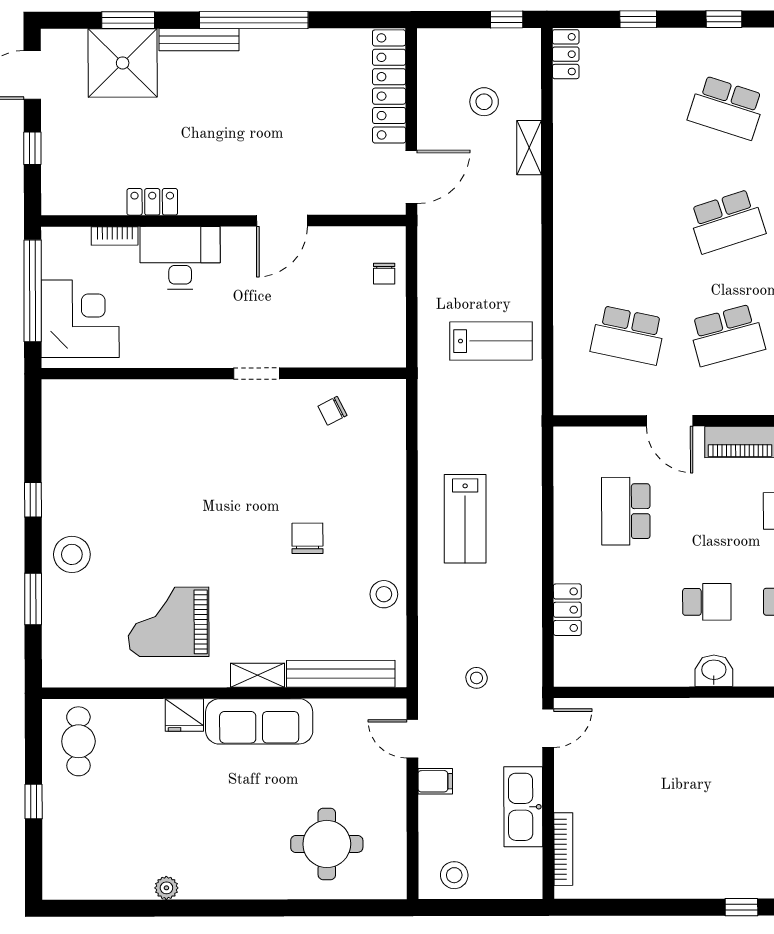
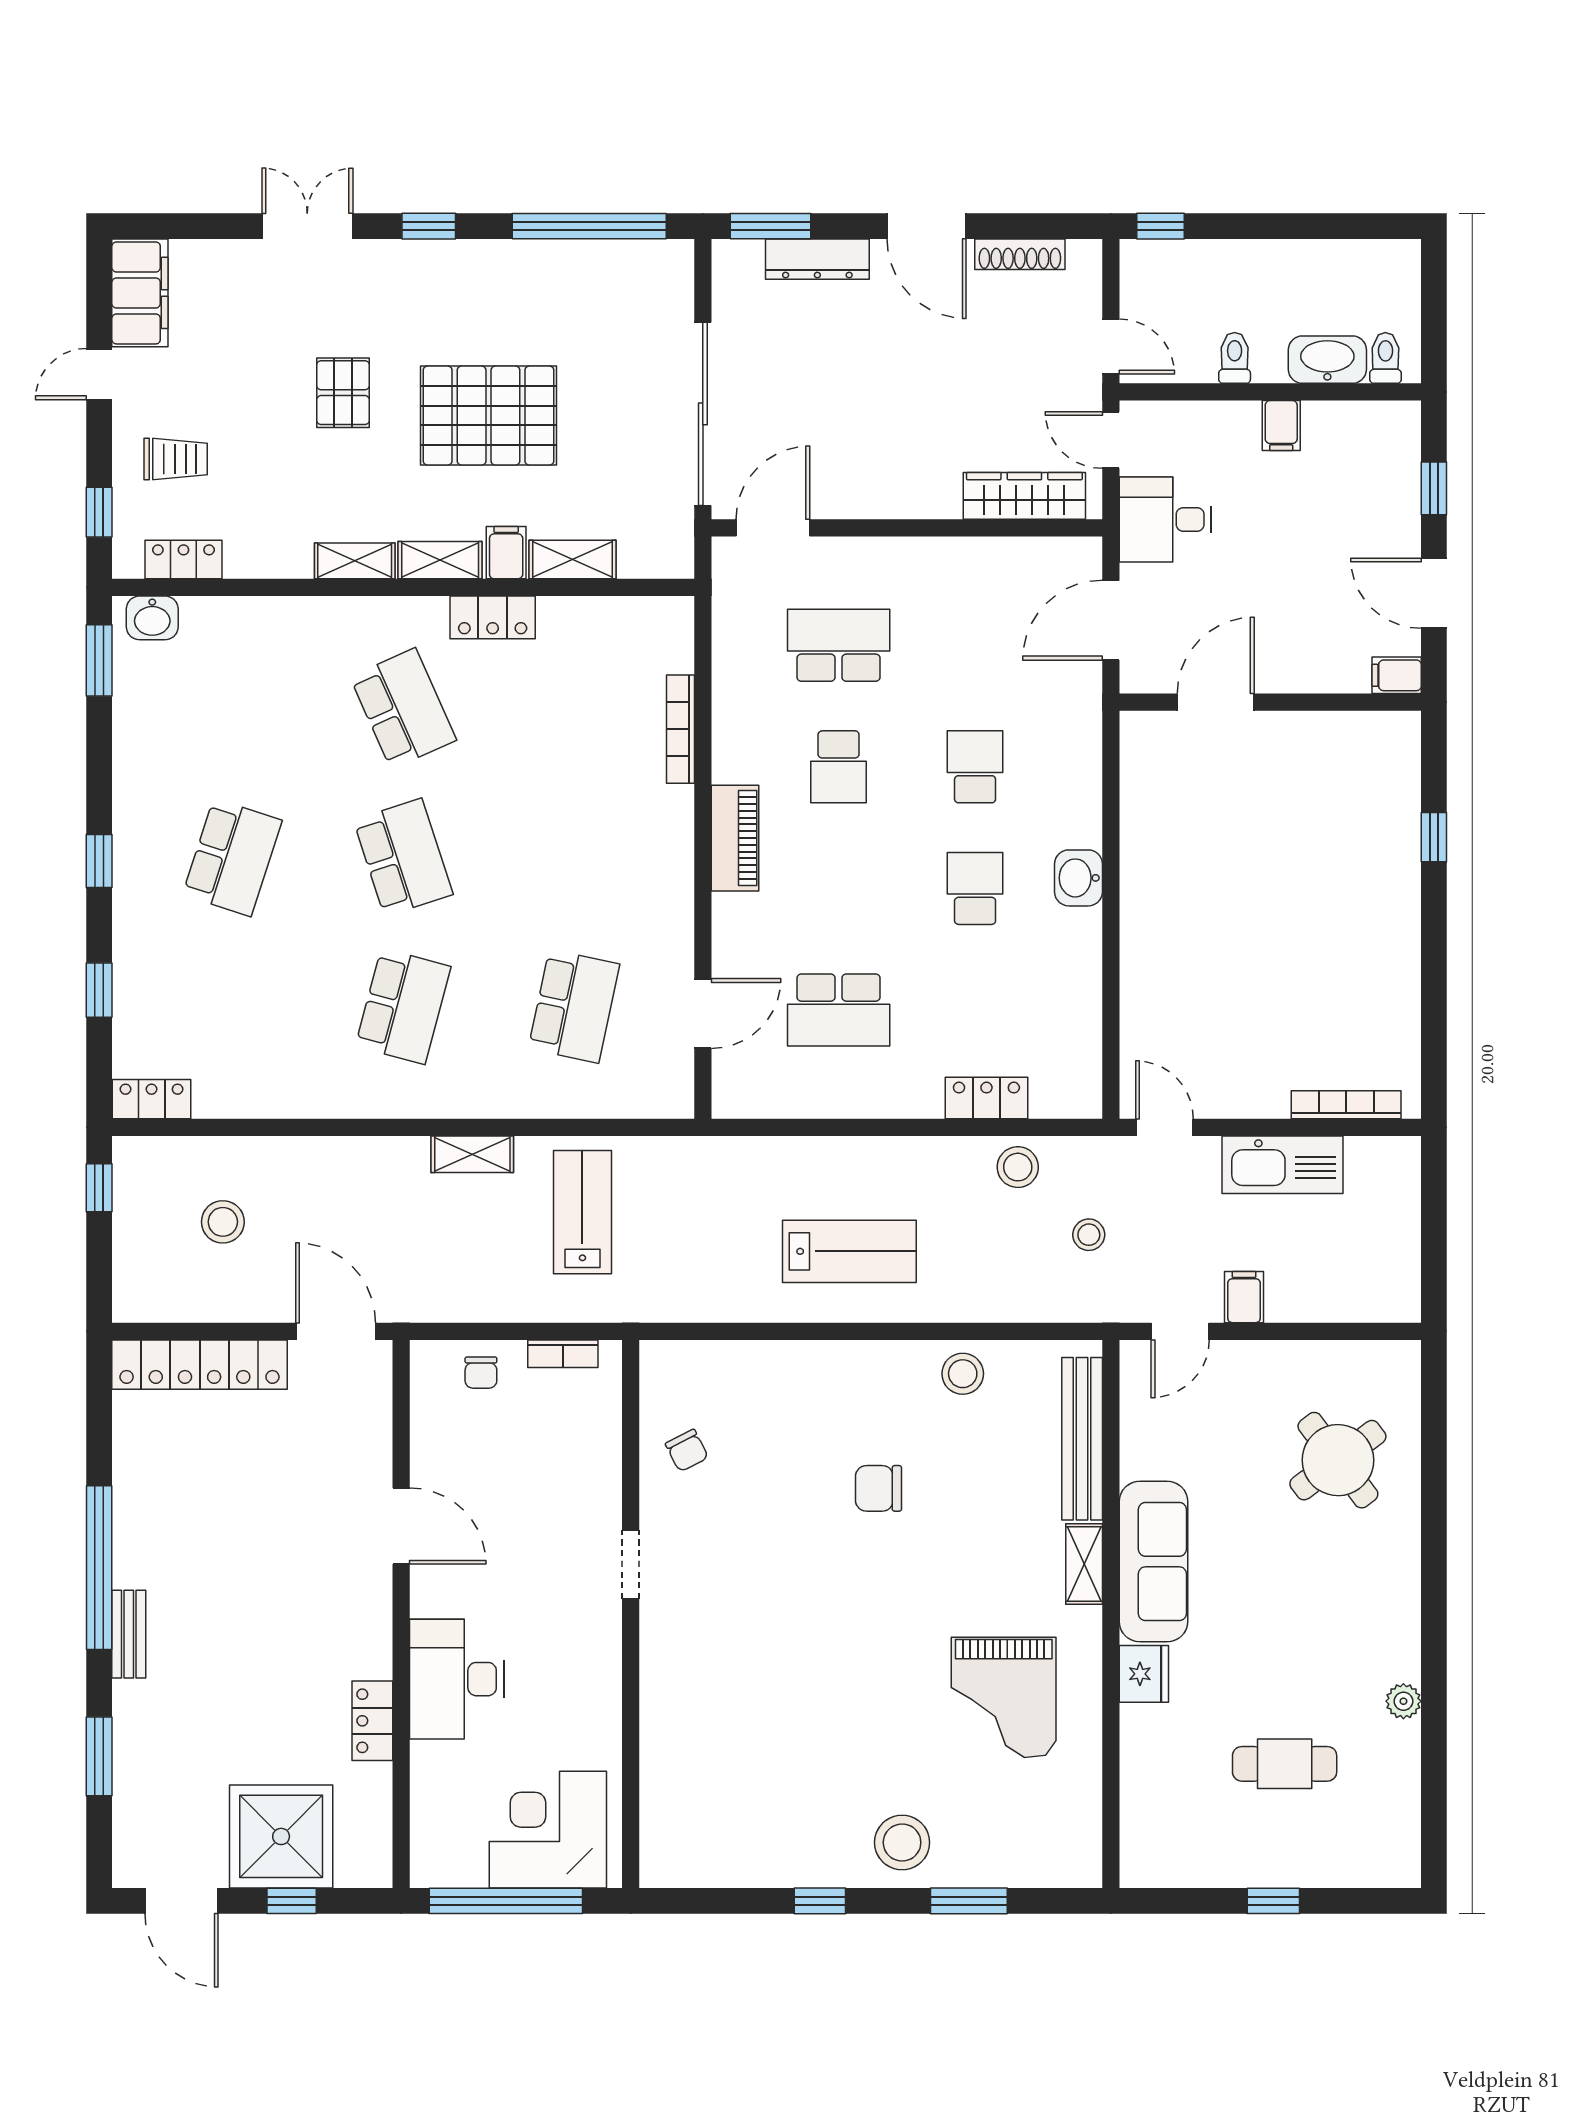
bench: (199, 40) -> (129, 1634), width x0.73
shower: (123, 63) -> (281, 1836), moved
shelving: (529, 148) -> (472, 1154), moved
bookcase: (115, 236) -> (563, 1354), moved, turned 90
chair: (384, 274) -> (481, 1373), turned 90
school desk: (727, 335) -> (403, 1006), moved, turned 30
door: (670, 421) -> (703, 1013), moved
cafe table: (78, 741) -> (1285, 1764), moved
round table: (327, 844) -> (1338, 1460), turned -37
stool: (454, 875) -> (1018, 1167), moved

